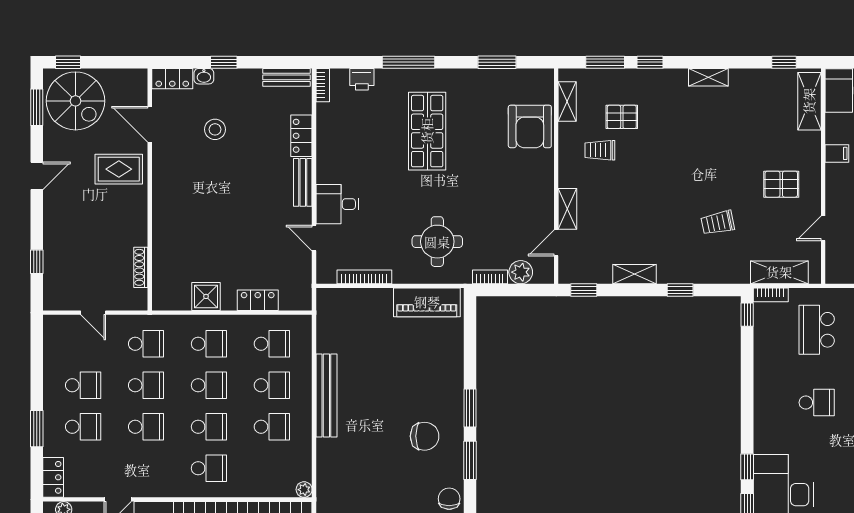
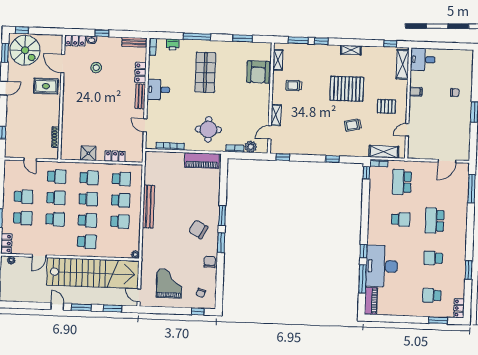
pallet: (622, 117) -> (347, 89), moved, width x2.05, depth x2.00
desk: (337, 204) -> (158, 90), moved
shelving: (635, 274) -> (309, 150), removed
chair: (425, 436) -> (198, 229), turned -152

